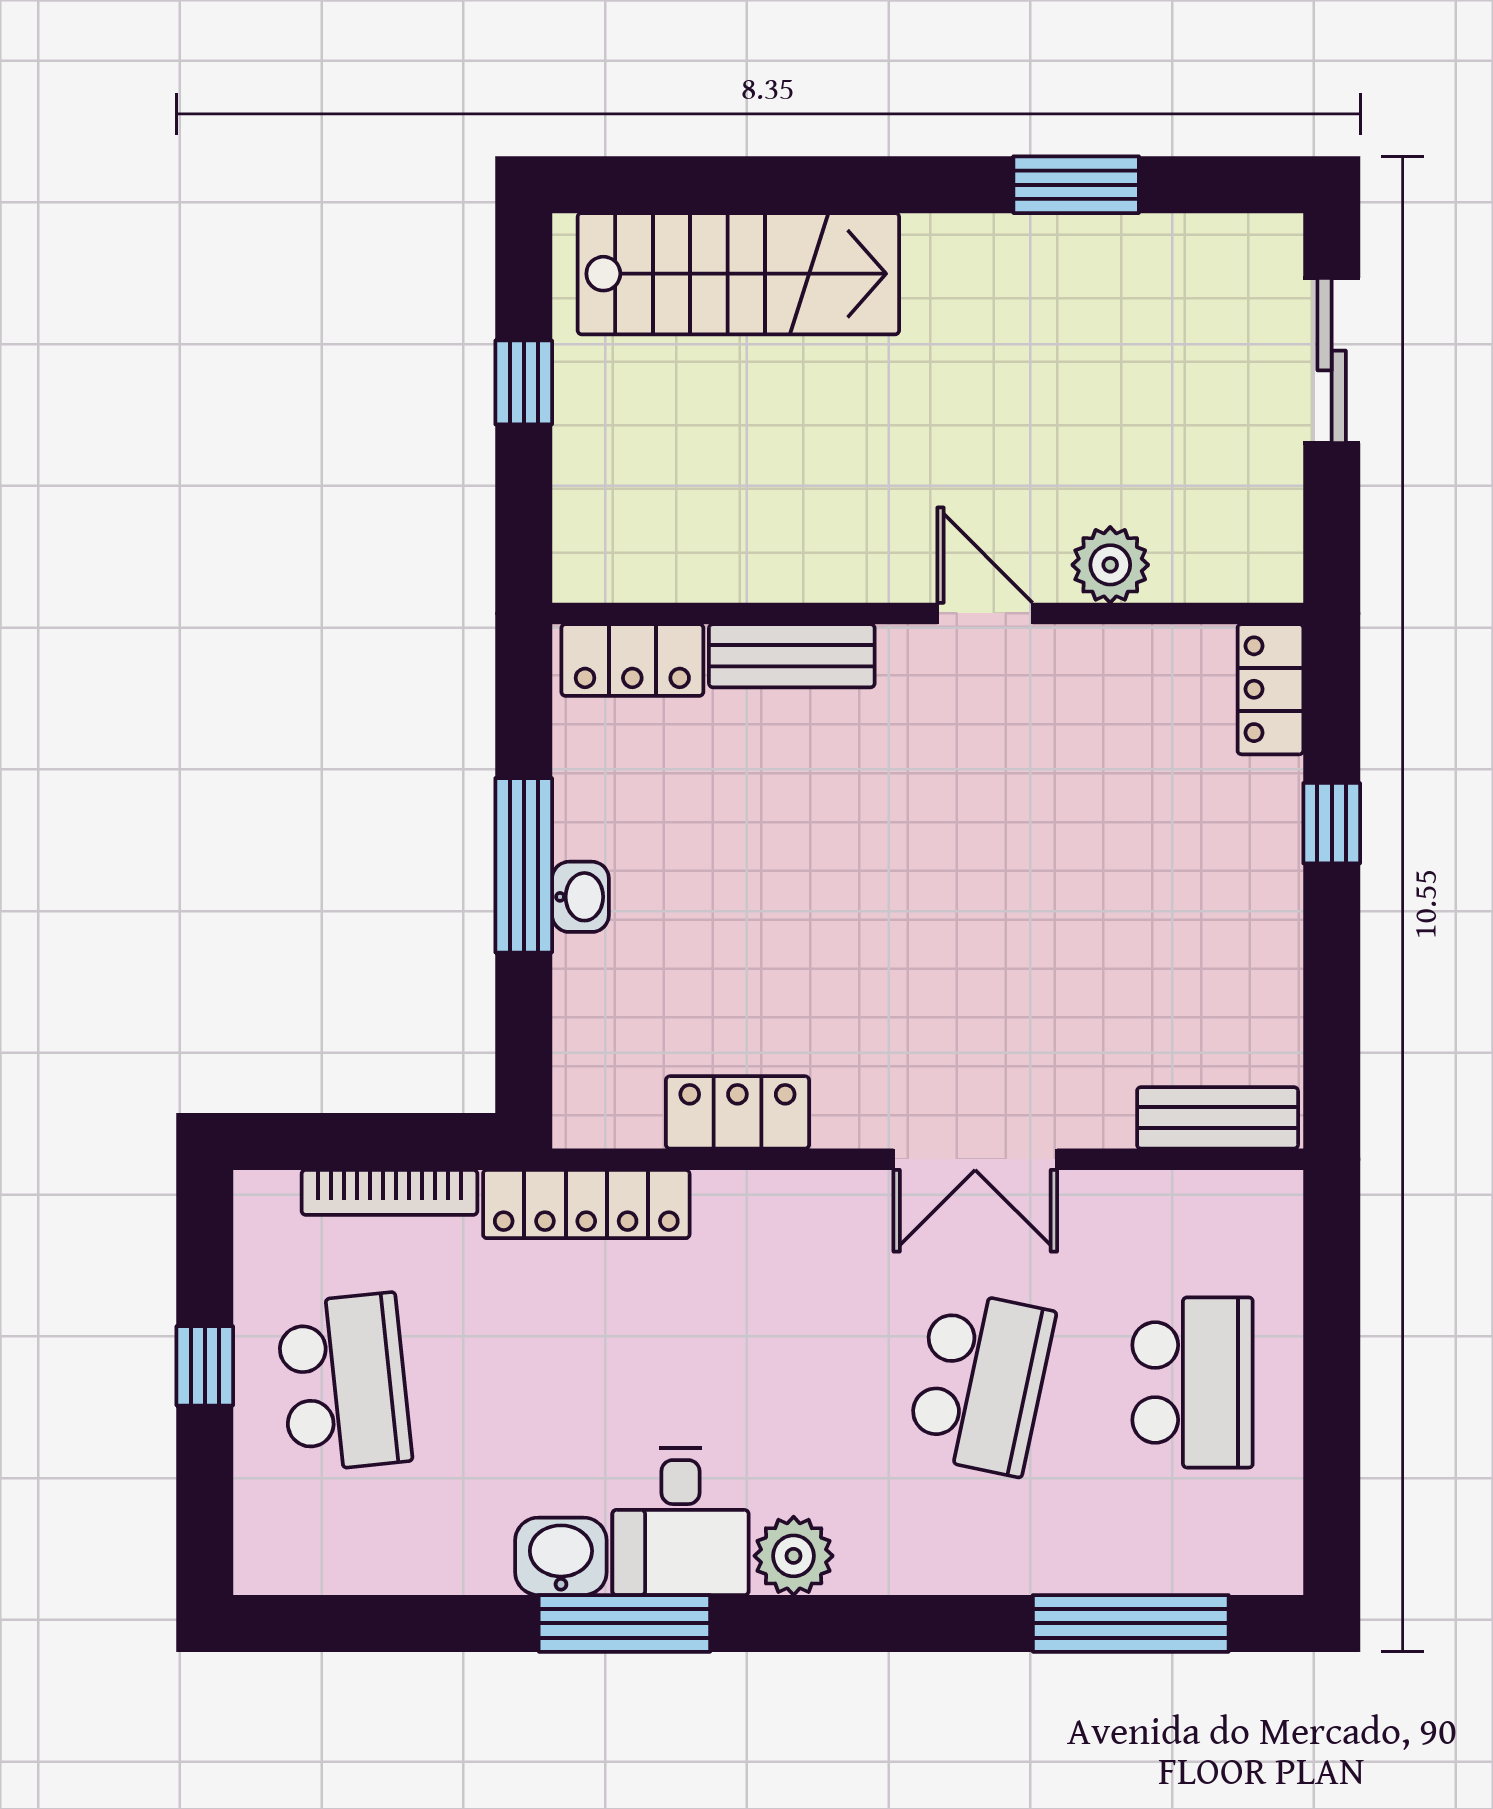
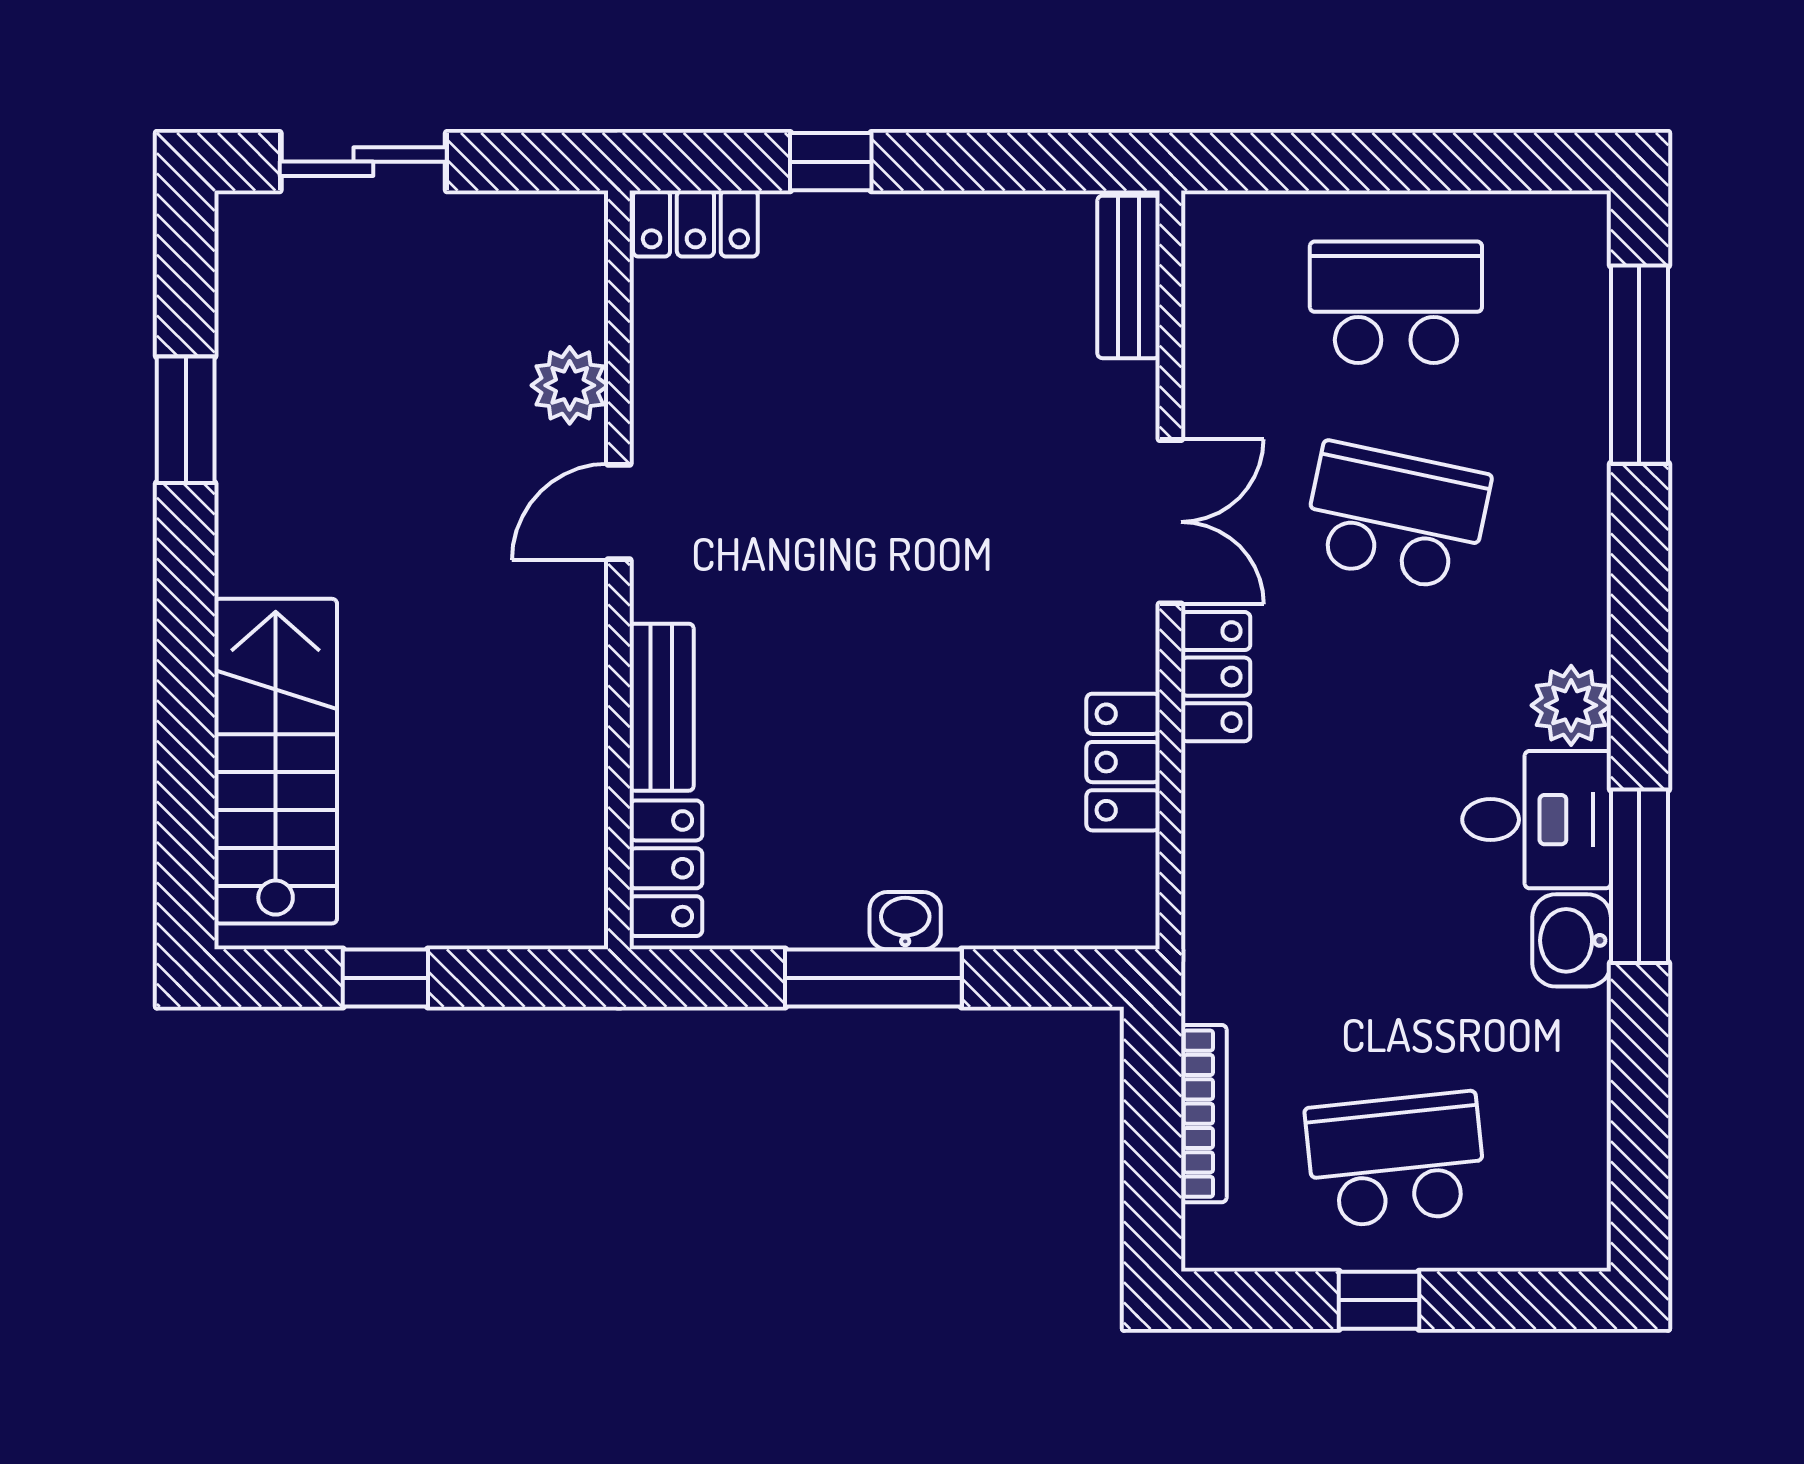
locker: (586, 1204) -> (1216, 677), moved, width x0.66

